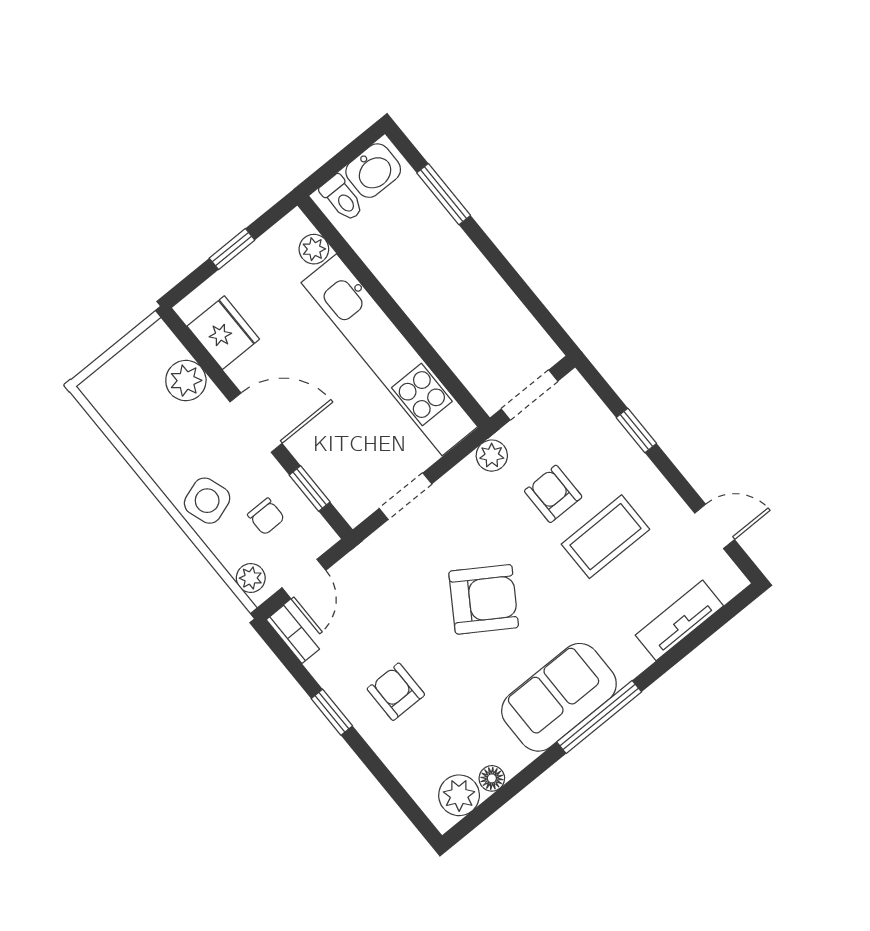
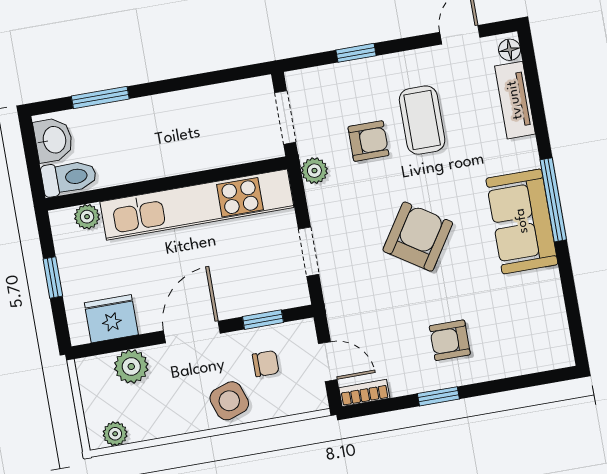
toilet: (342, 198) -> (69, 178), width x1.37, depth x1.39
armchair: (553, 494) -> (368, 141), turned 180
plant: (251, 578) -> (115, 434), moved
floor lamp: (492, 778) -> (510, 50), moved
plant: (459, 795) -> (553, 336), removed

